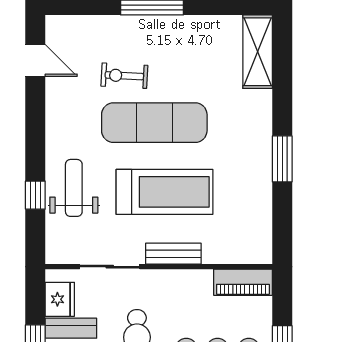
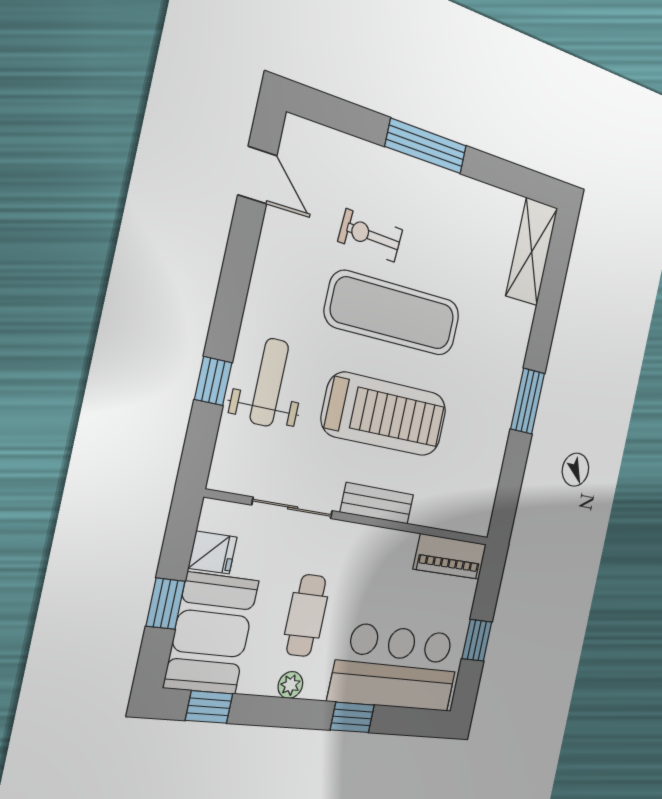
fridge: (60, 299) -> (213, 553), width x0.72

